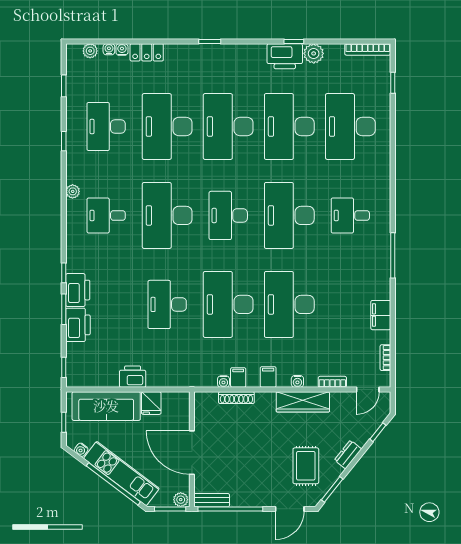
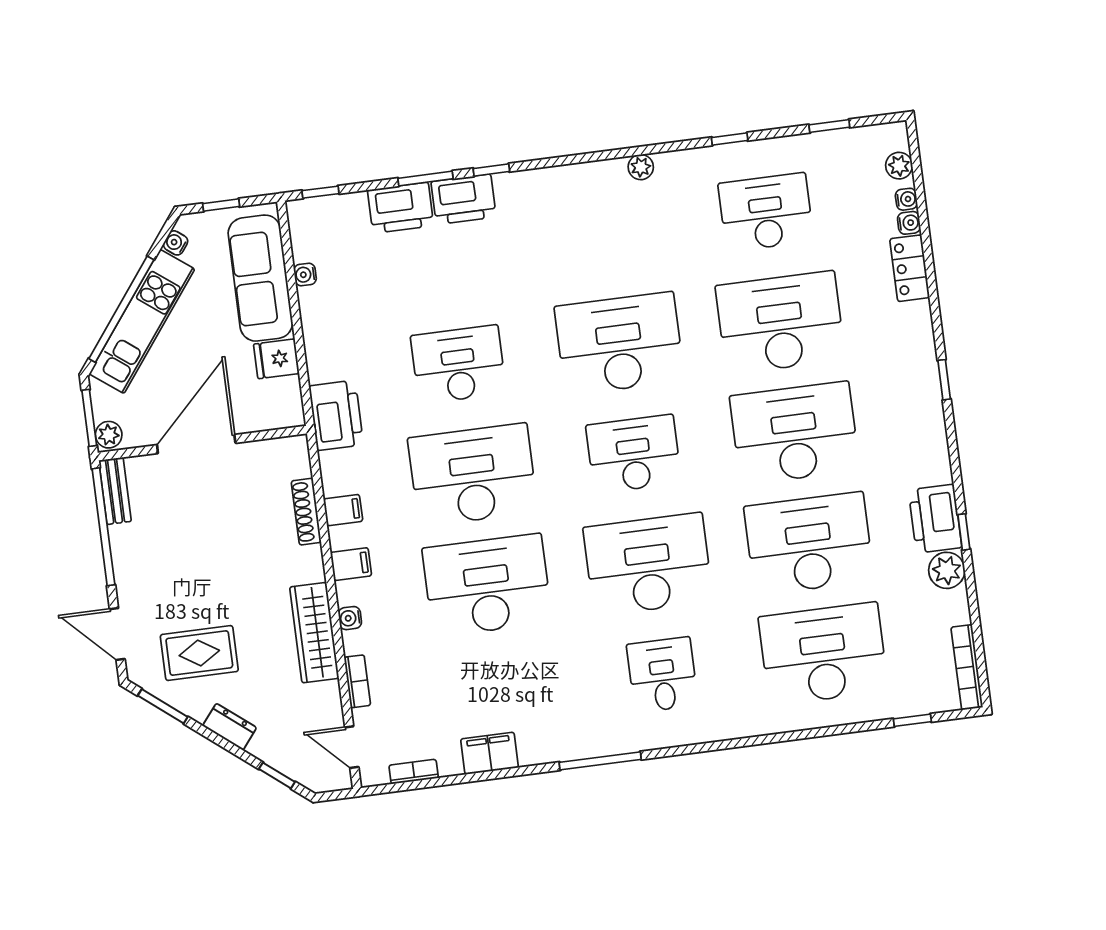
desk: (106, 215) -> (605, 233), removed
printer: (133, 377) -> (336, 415), moved, width x1.37, depth x1.19
water cooler: (223, 382) -> (305, 275), moved

